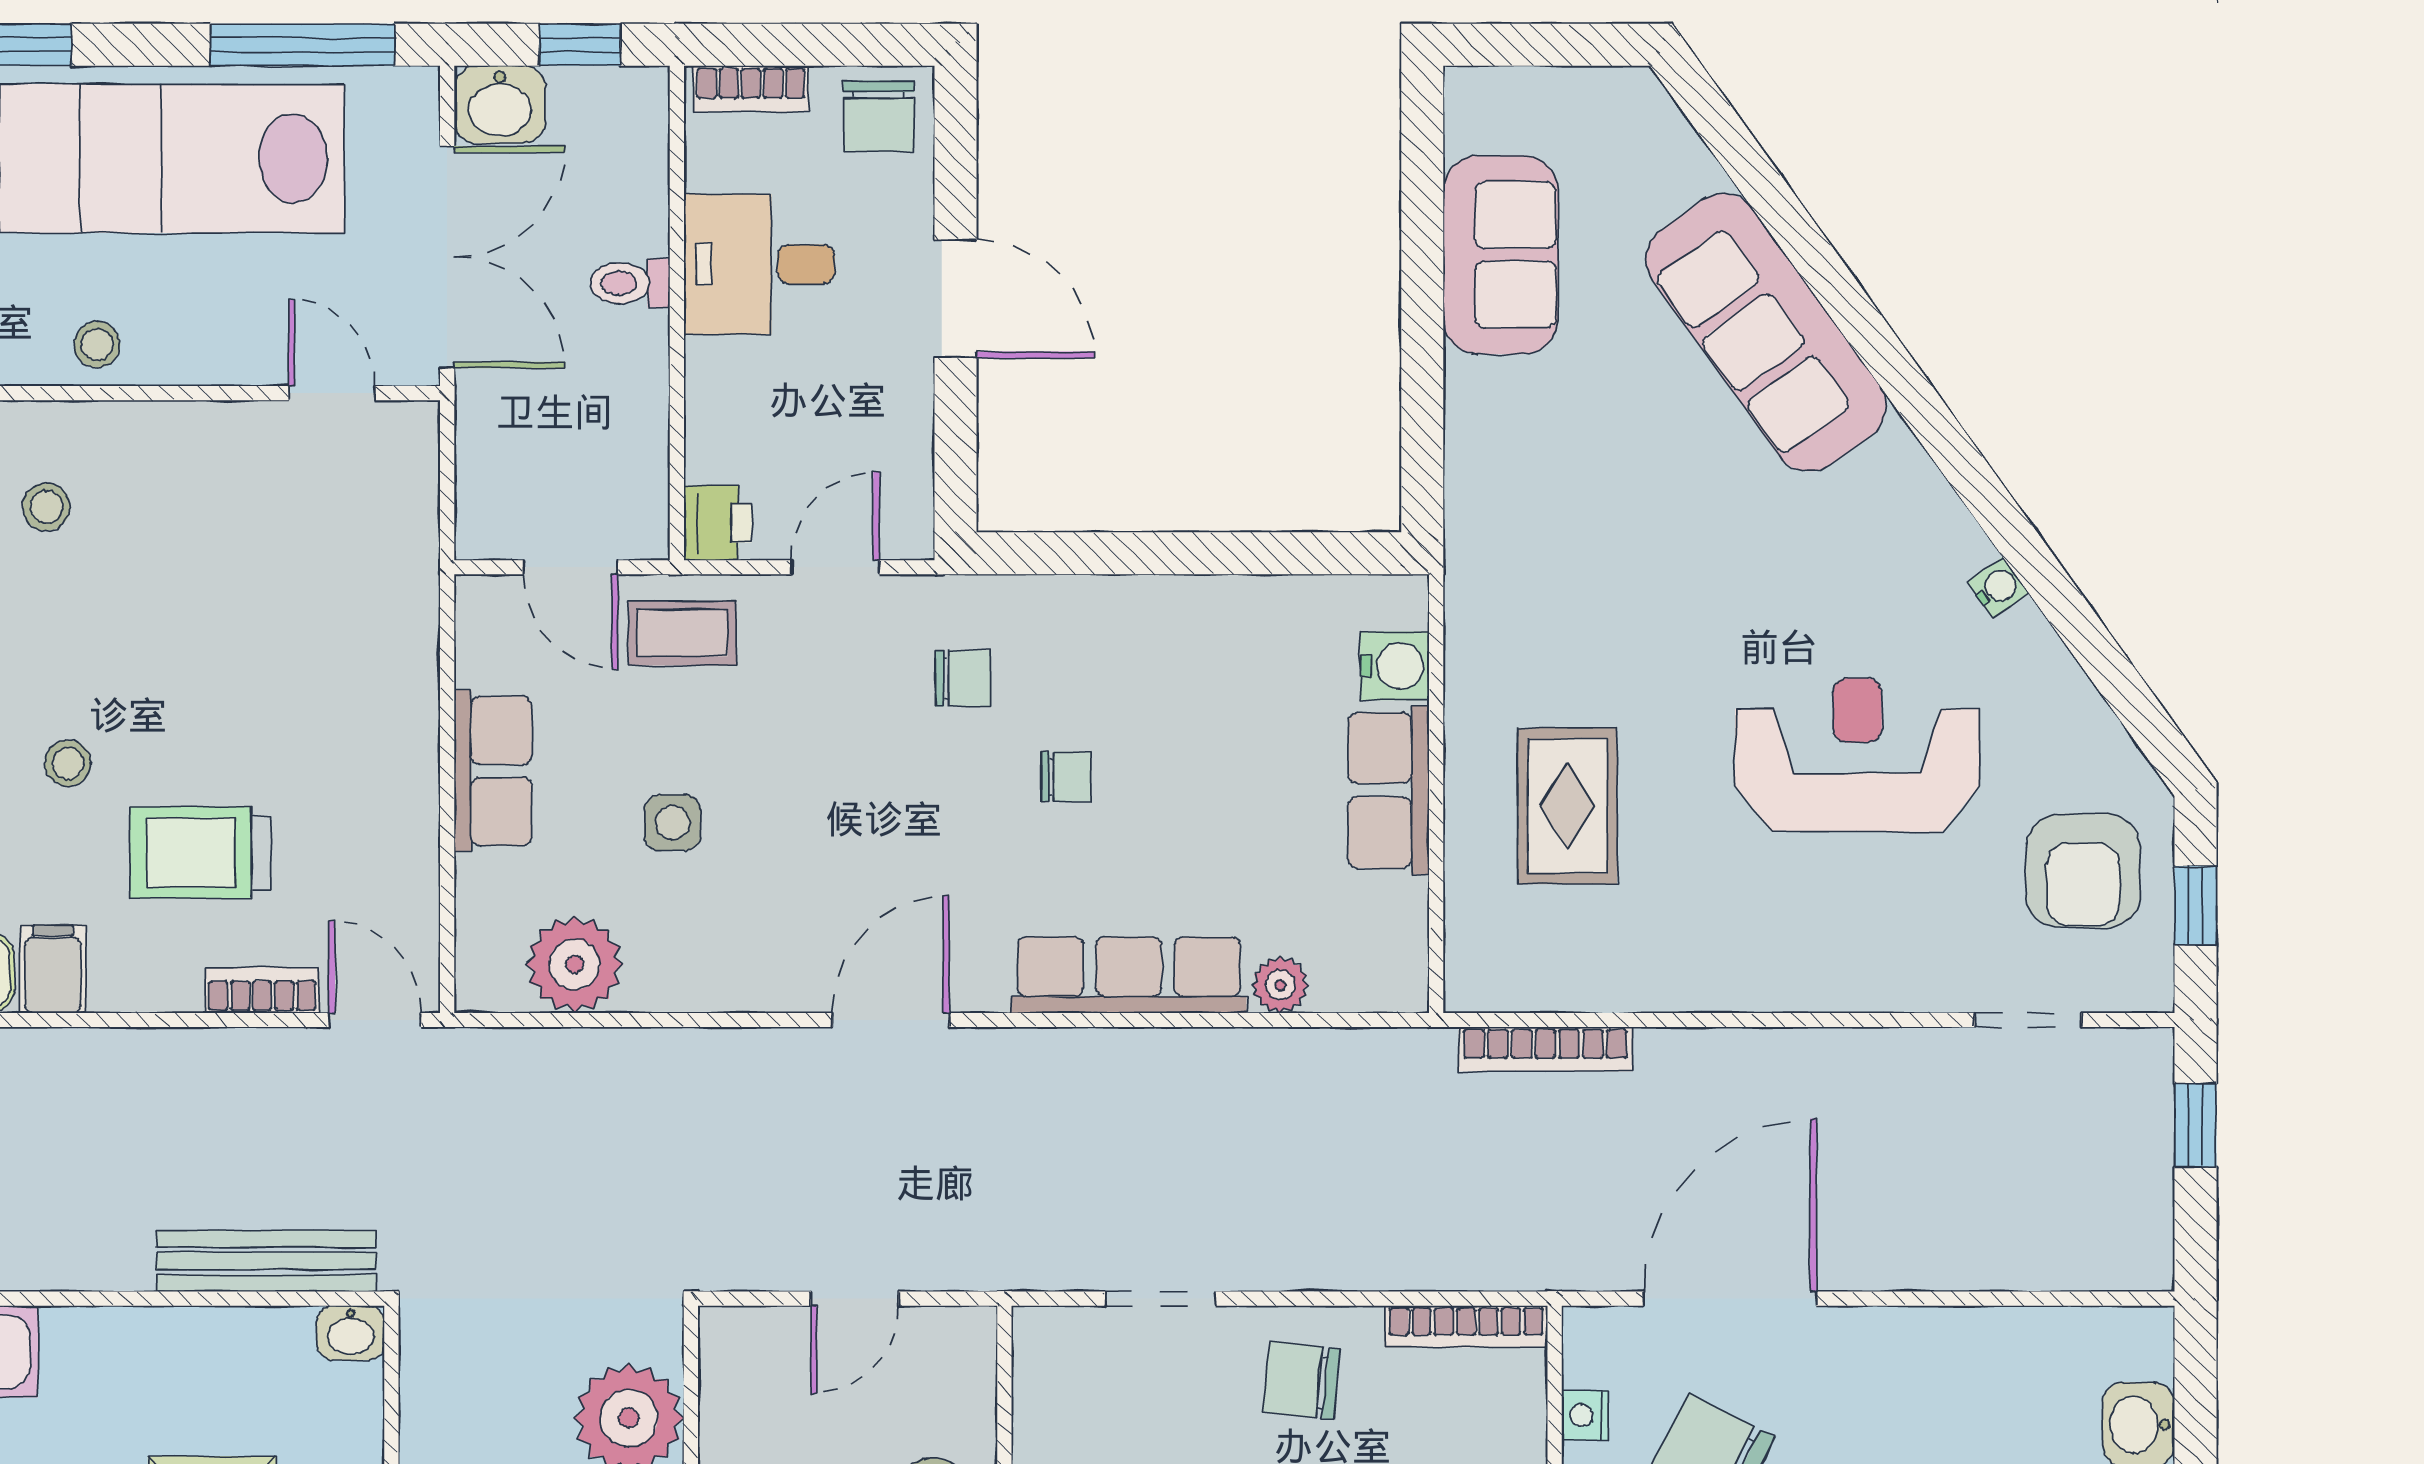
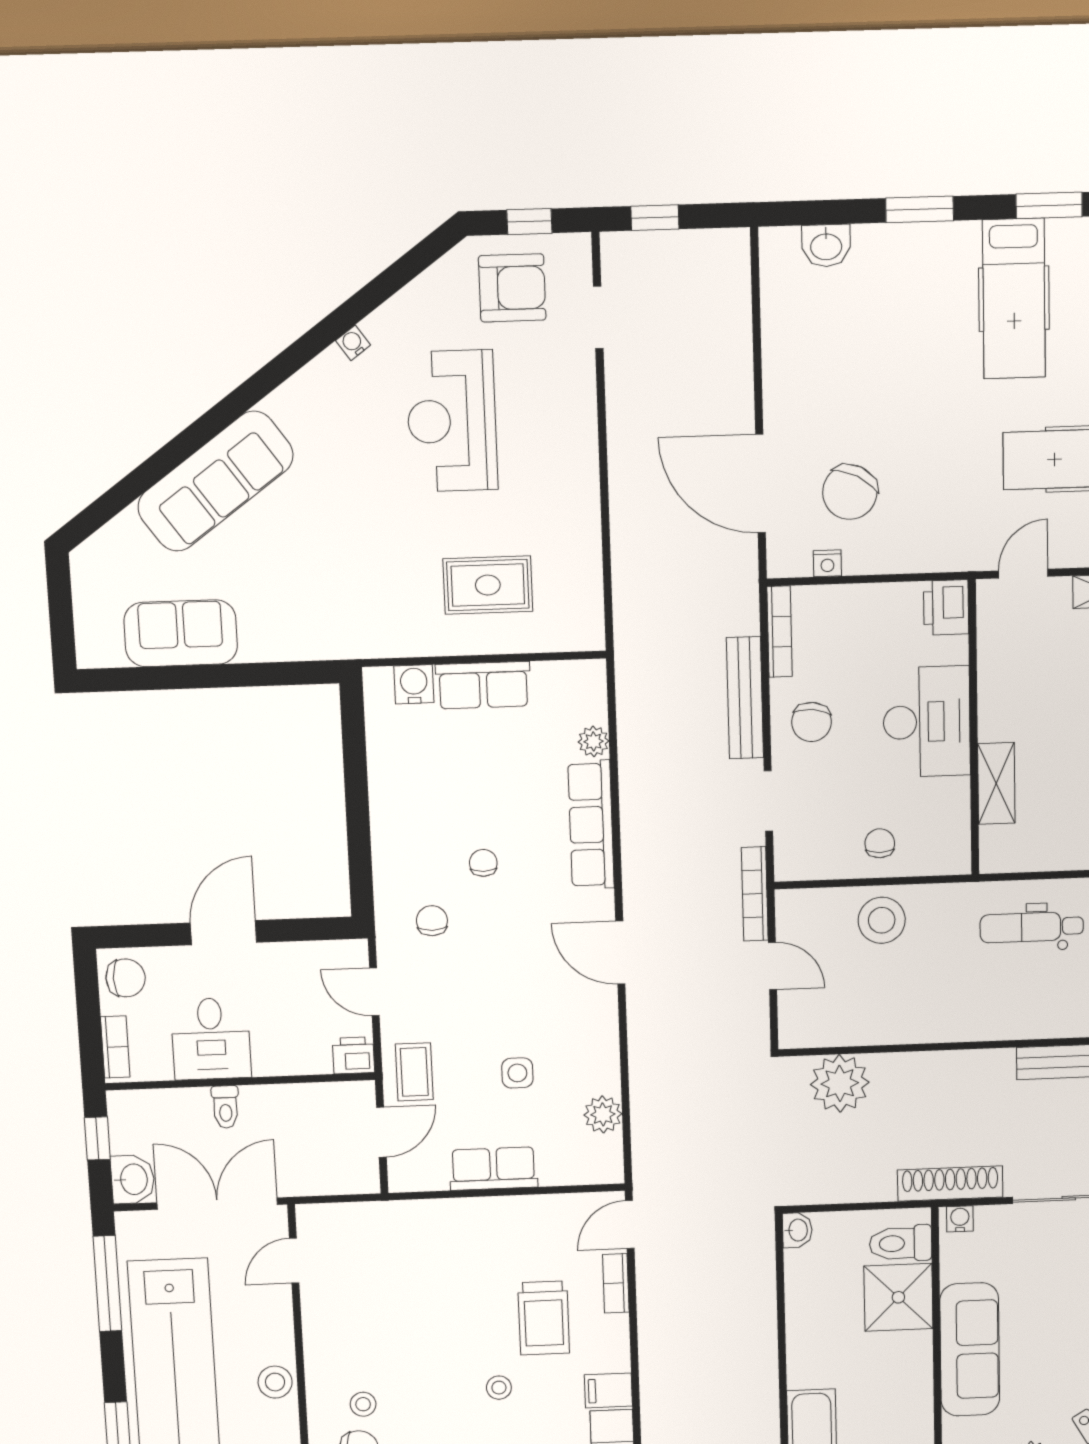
stool: (97, 345) -> (275, 1382), width x1.37, depth x1.37
plant: (575, 964) -> (603, 1114), width x0.73, depth x0.73
bookcase: (1545, 1049) -> (755, 894), moved, turned 180
bench: (266, 1261) -> (745, 698), moved

